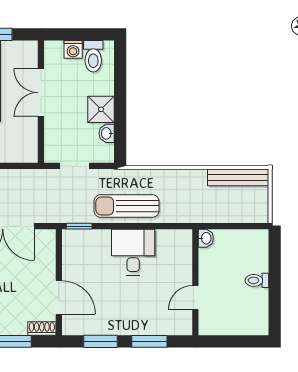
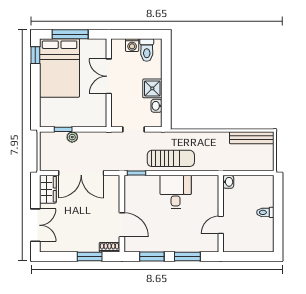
sun lounger: (126, 206) -> (171, 158), turned 180

